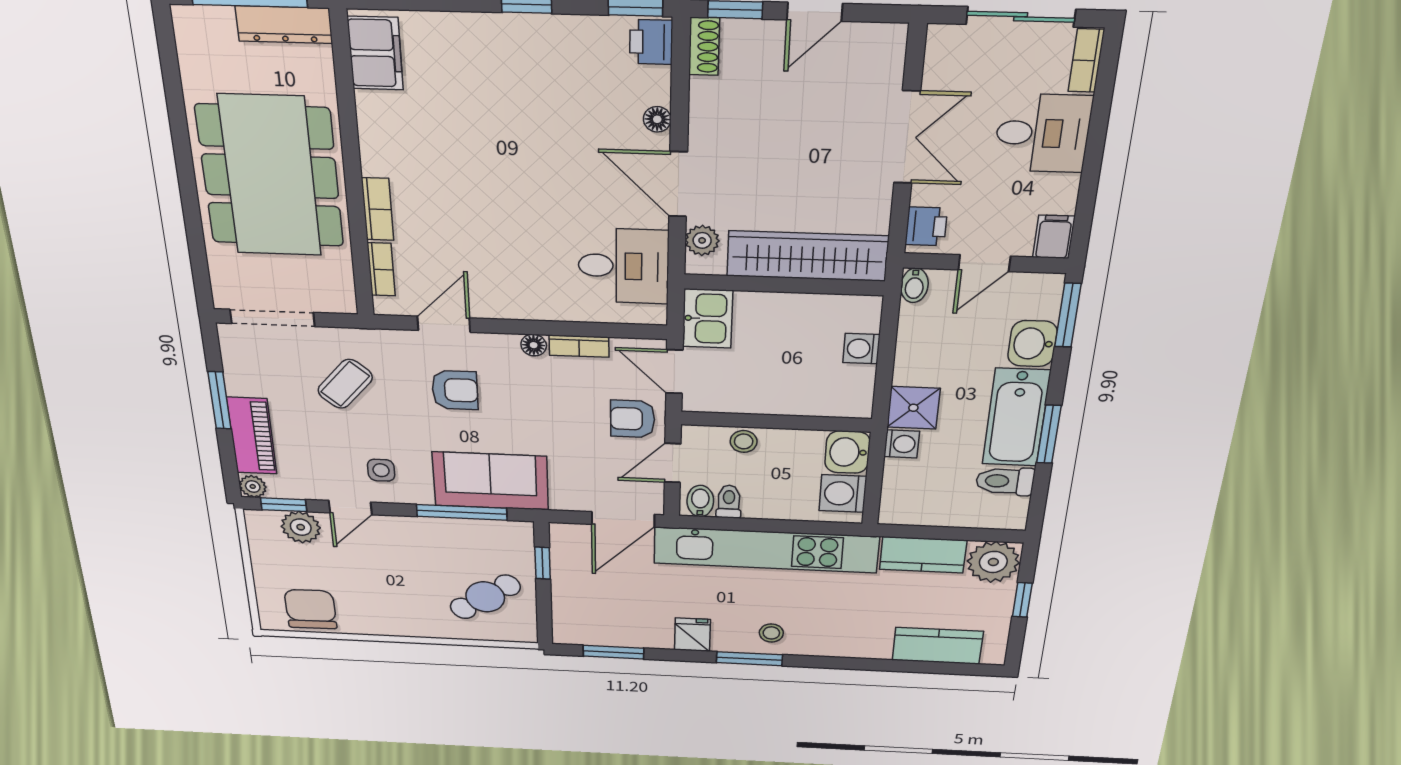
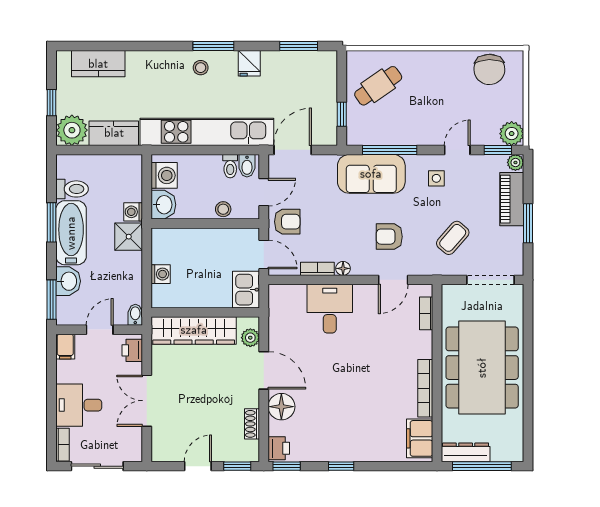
shoe rack: (704, 46) -> (252, 424), moved
floor lamp: (657, 119) -> (281, 407), width x1.89, depth x1.89
bookcase: (378, 209) -> (425, 388), moved, width x1.56
desk: (624, 266) -> (330, 309), moved, turned 90
plant: (301, 527) -> (512, 134), moved

